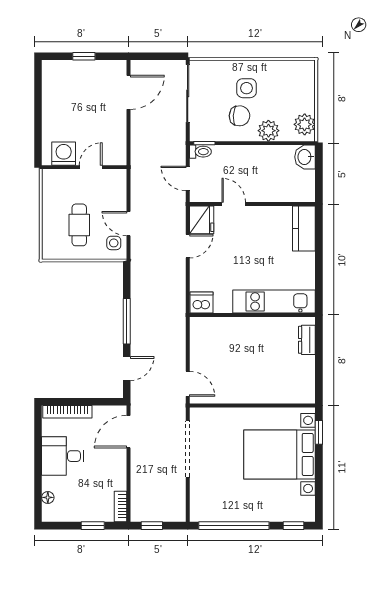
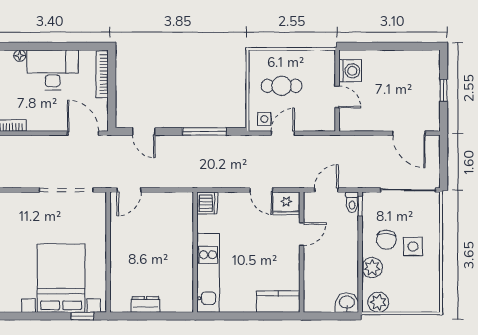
window: (127, 321) -> (204, 131), moved
dresser: (307, 340) -> (145, 304), moved
desk: (63, 456) -> (53, 70), width x1.37

